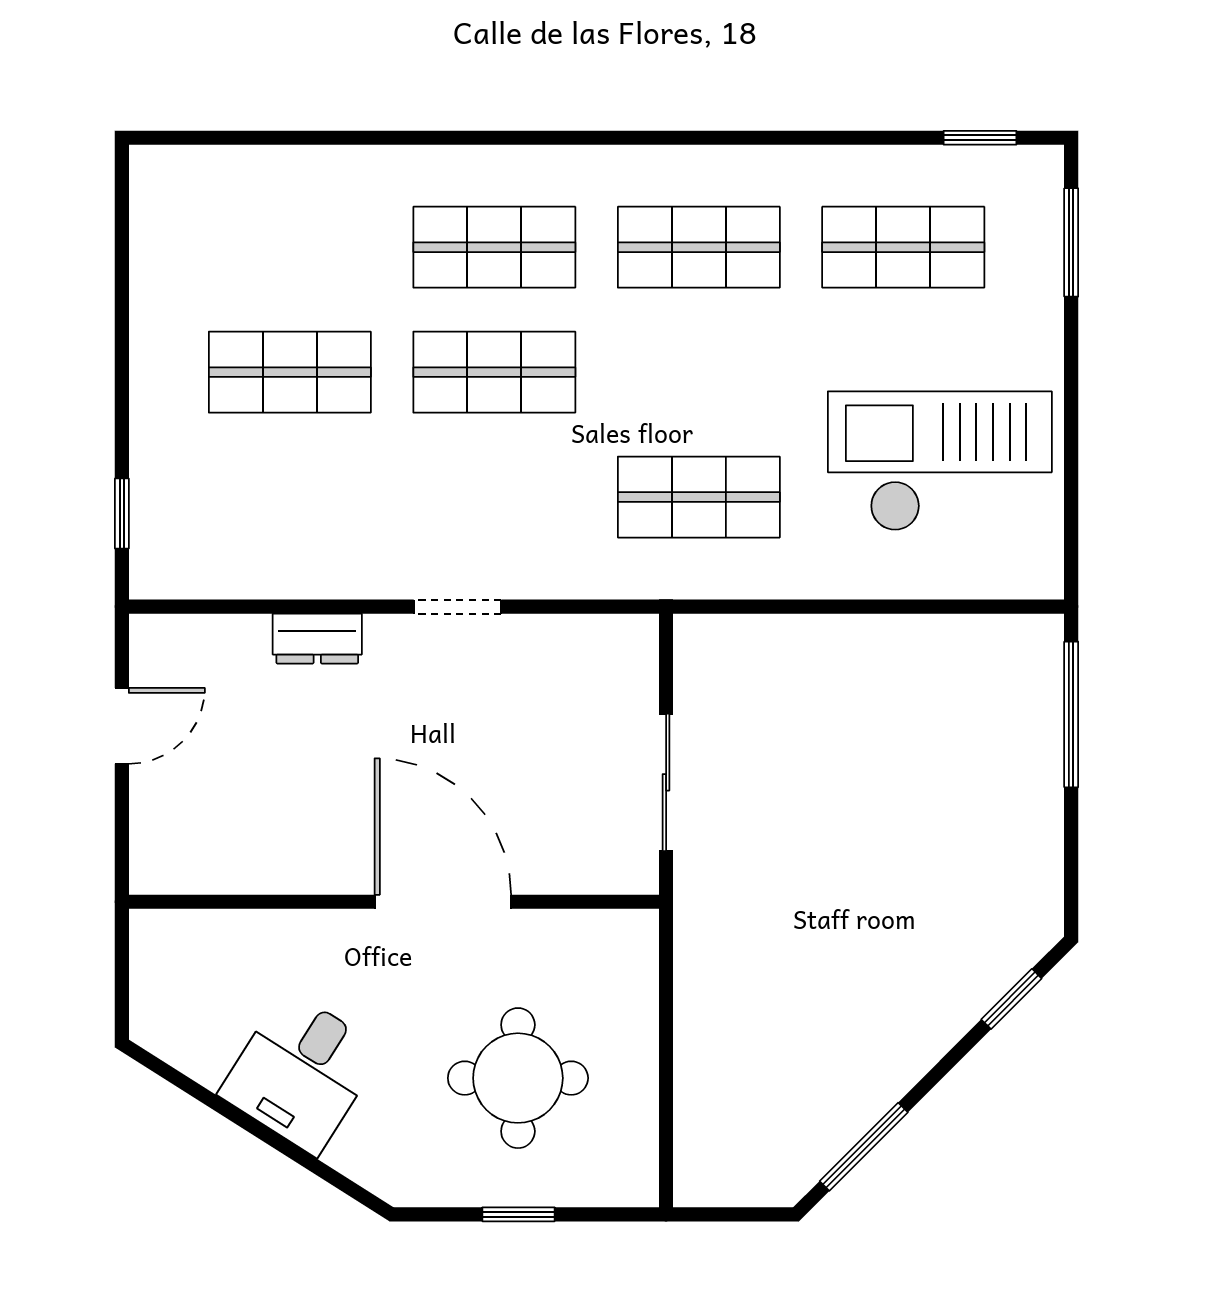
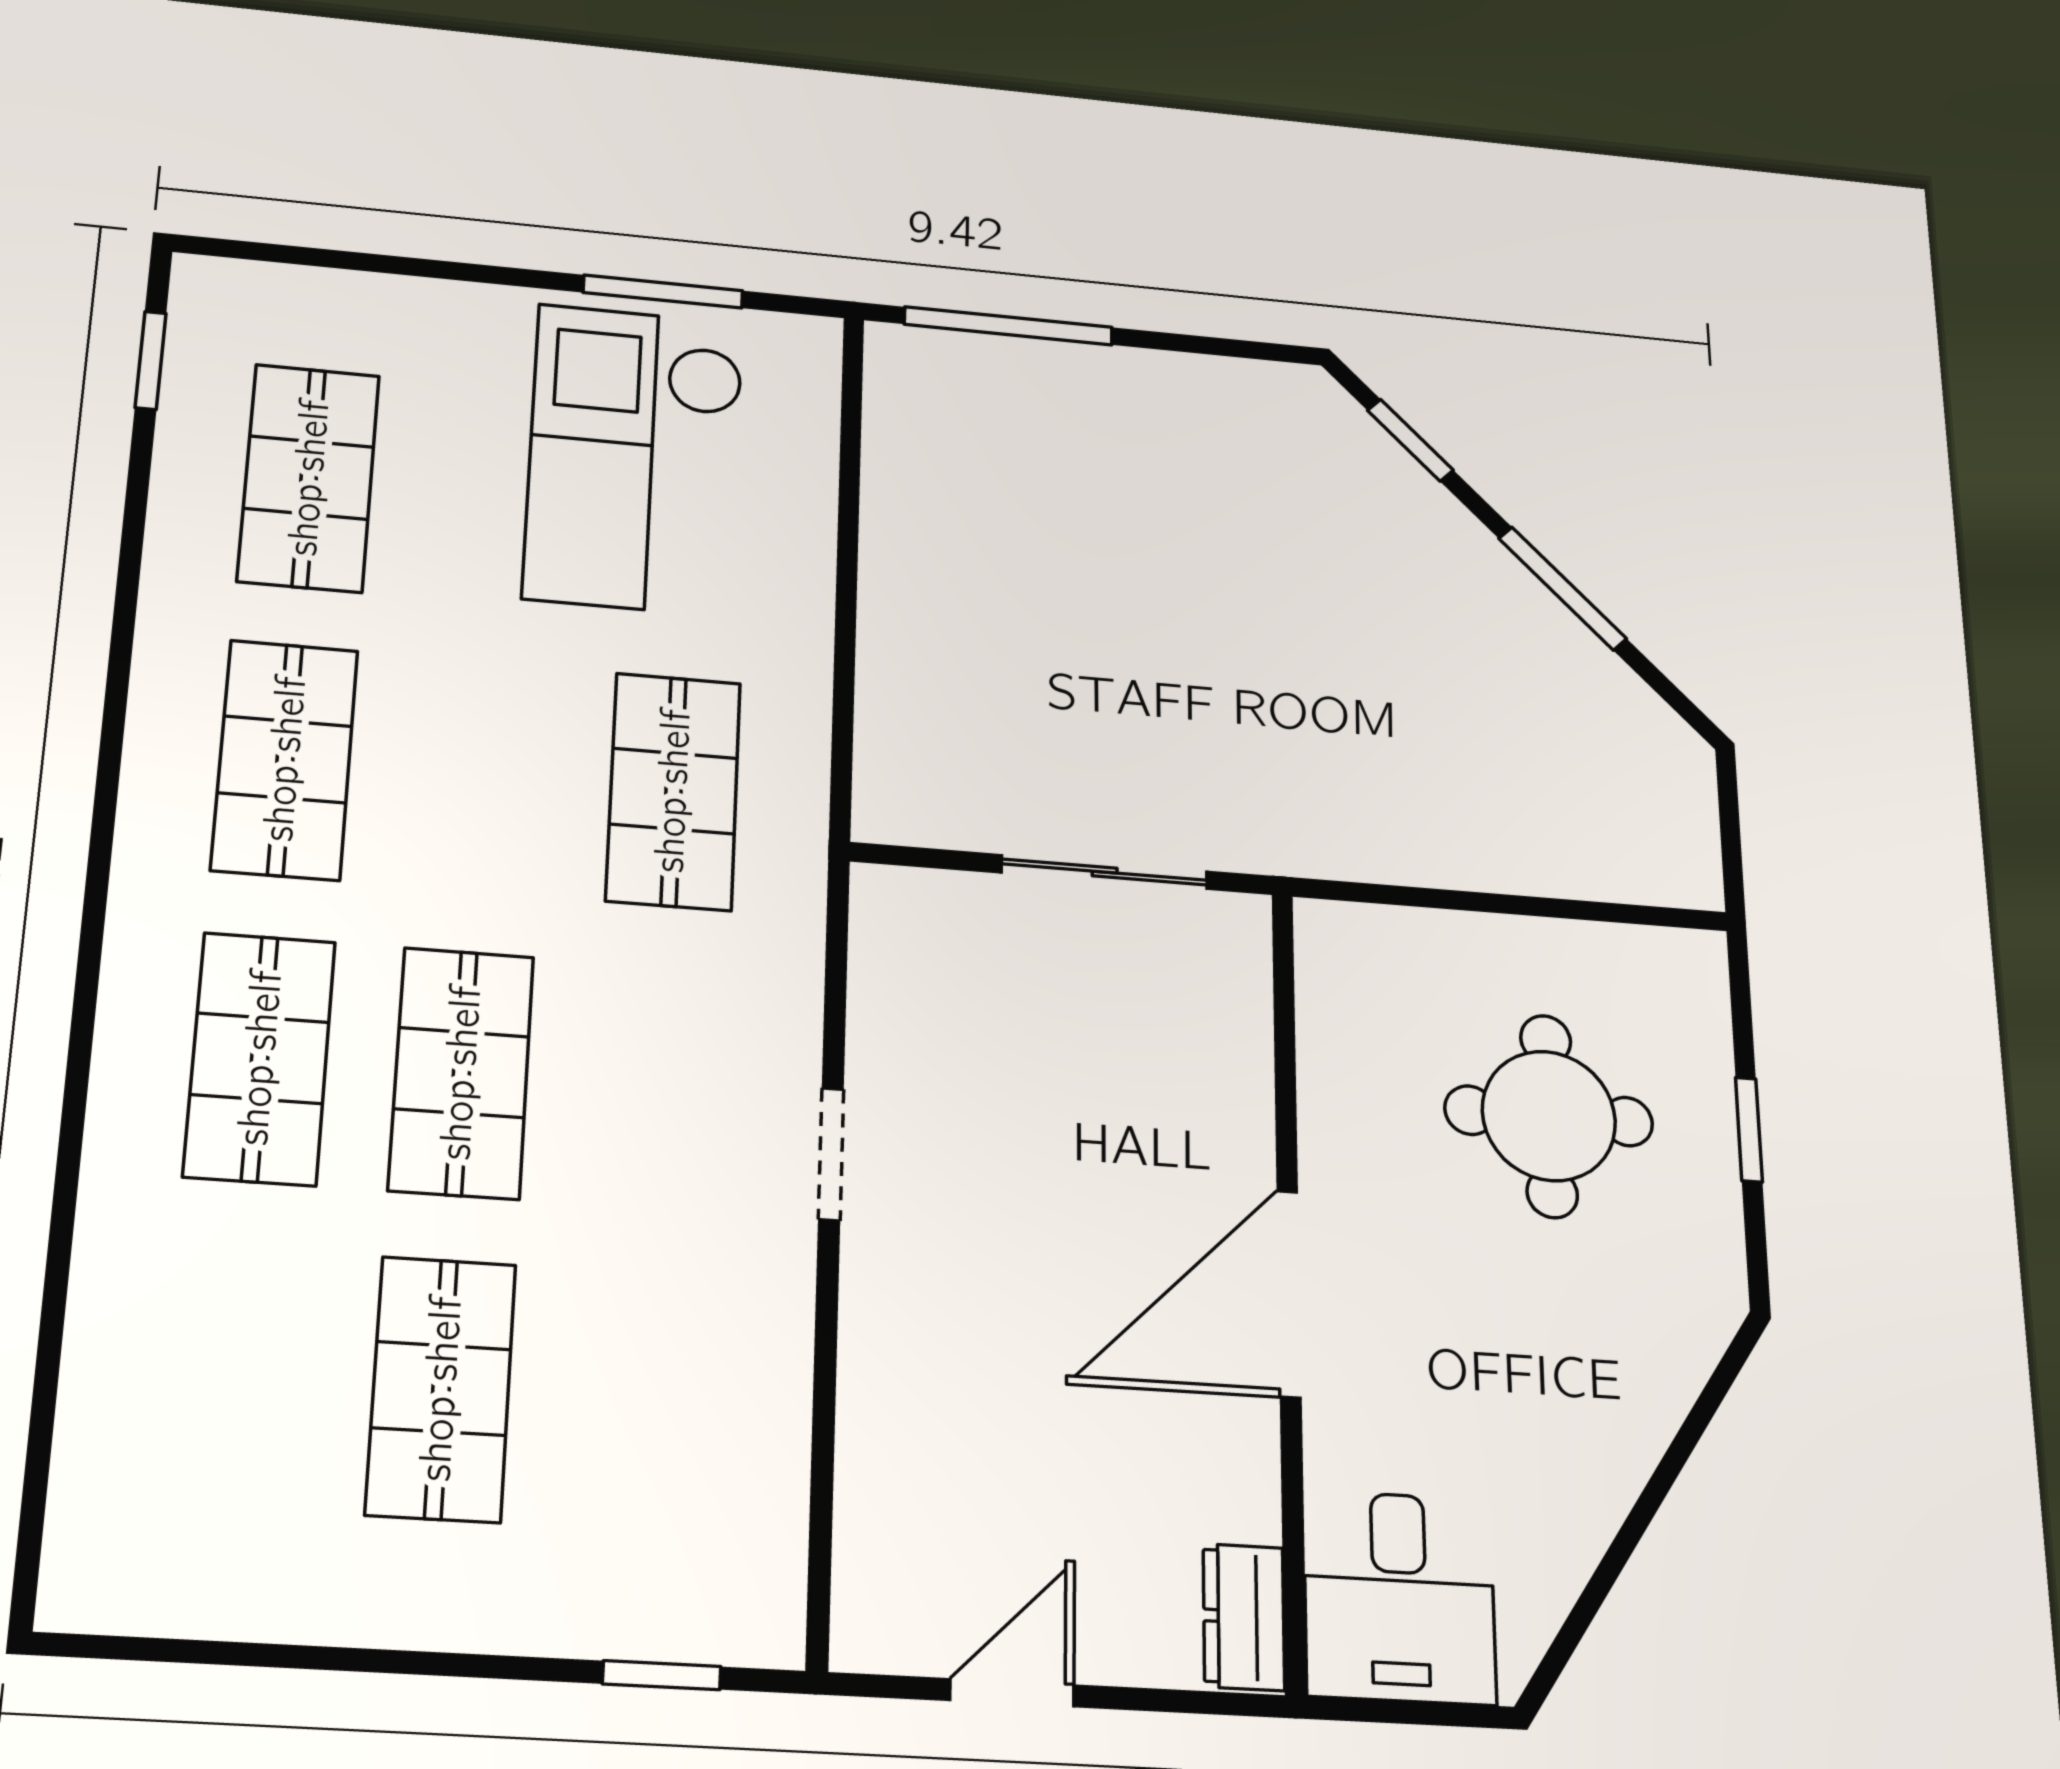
window: (1071, 242) -> (663, 292), moved
dresser: (317, 639) -> (1244, 1617), moved, turned 180
door: (122, 726) -> (1012, 1693), hinge flipped
door: (443, 902) -> (1289, 1294), moved
desk: (301, 1072) -> (1399, 1597), moved, turned 58
window: (864, 1147) -> (1562, 588), moved

